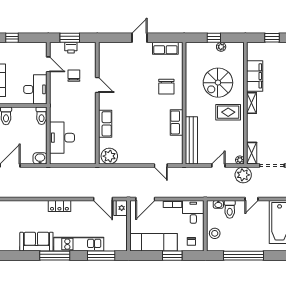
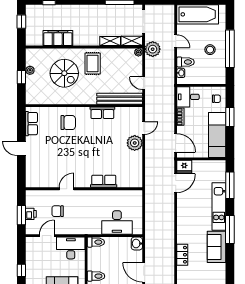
shelving: (252, 103) -> (110, 41), moved
plant: (109, 156) -> (135, 143), moved
door: (218, 166) -> (144, 83), moved
locker: (59, 206) -> (182, 255), moved
stool: (215, 233) -> (210, 50), moved

